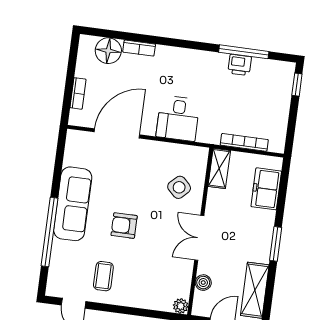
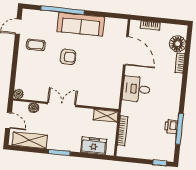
side table: (179, 187) -> (93, 91), removed
armchair: (124, 226) -> (68, 57), turned 90

